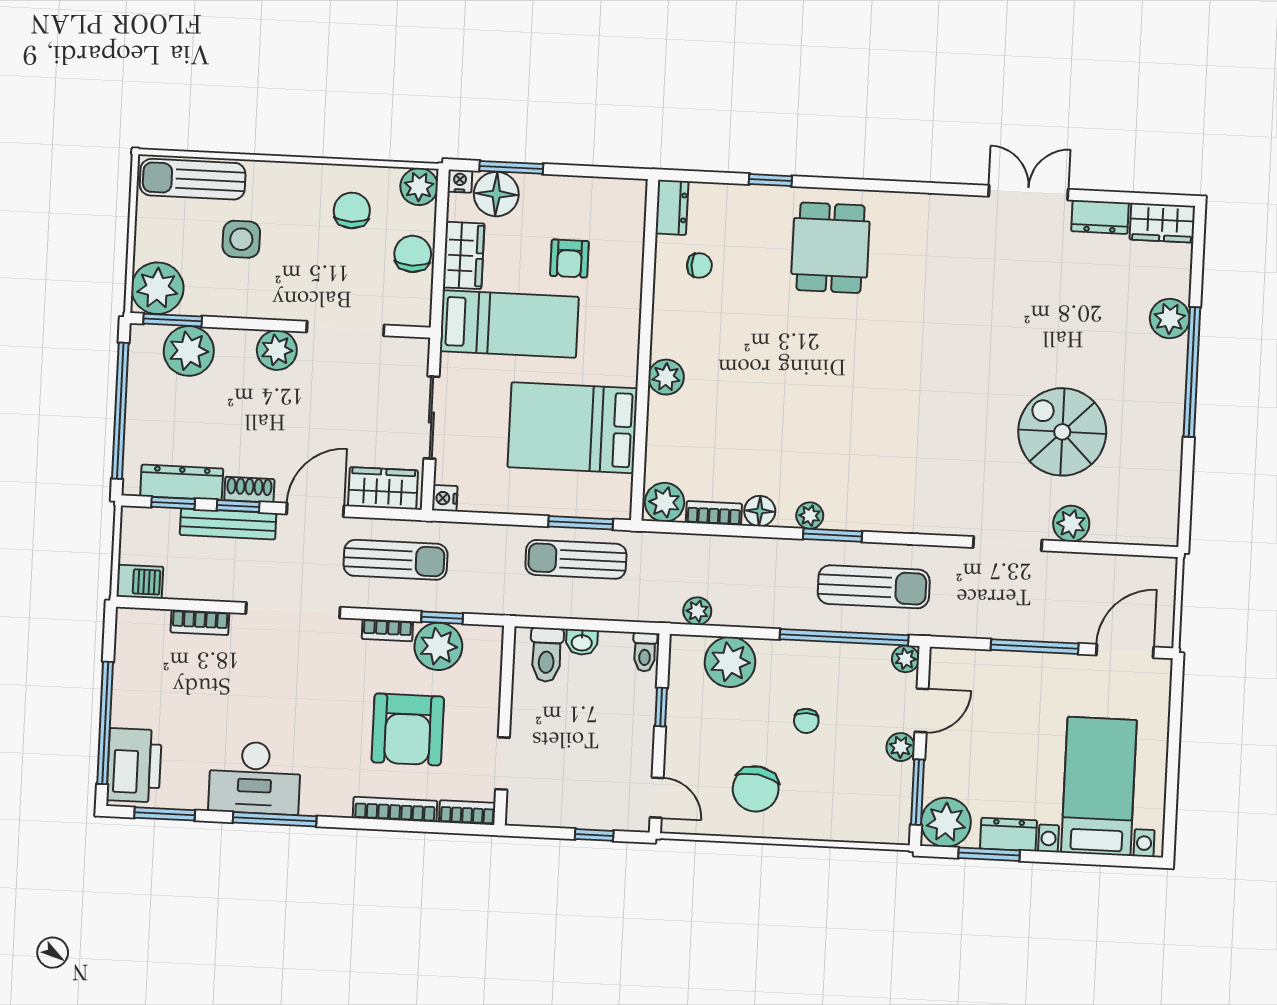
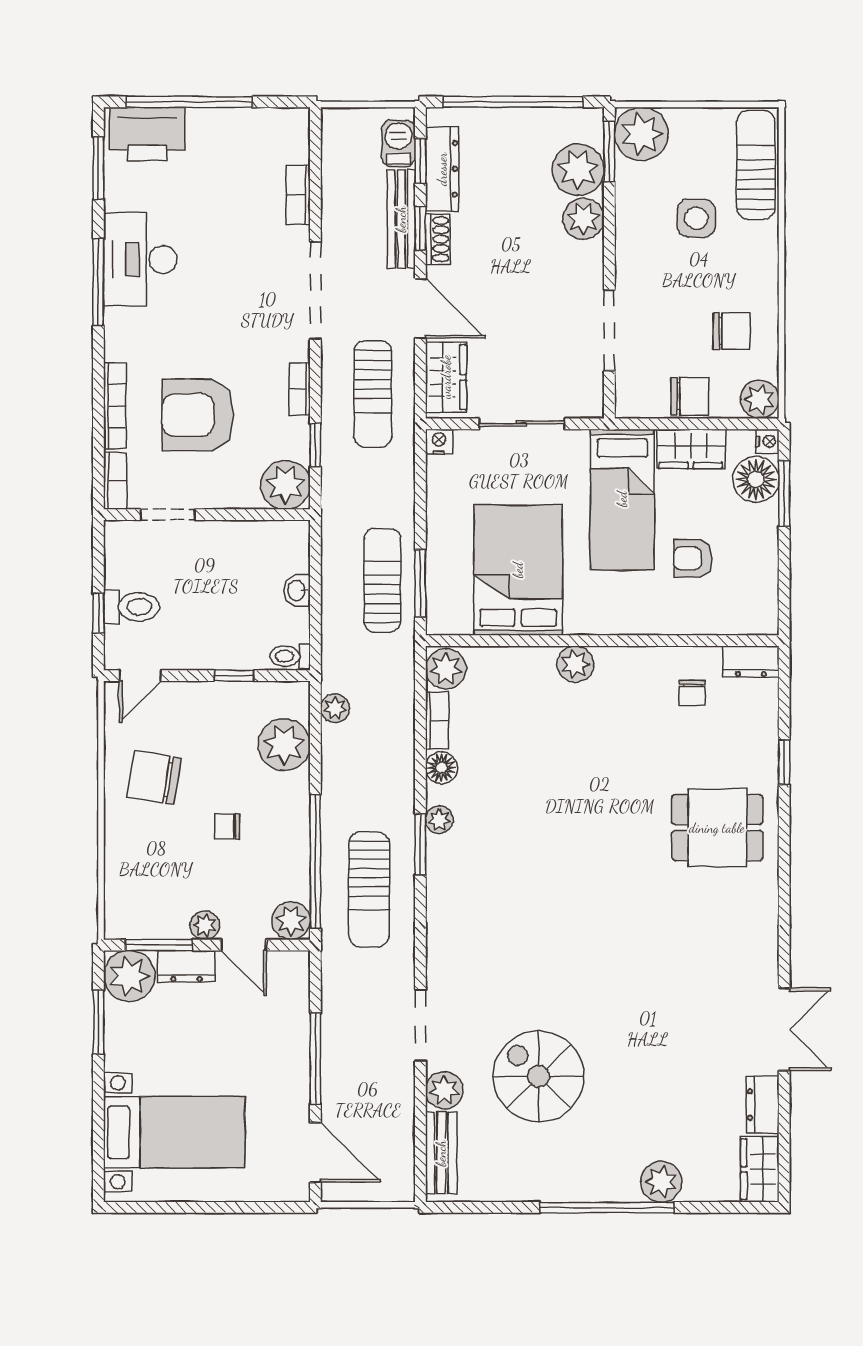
plant: (277, 350) -> (583, 219), moved
spiral stairs: (1062, 432) -> (539, 1076), turned -90
bench: (1131, 530) -> (441, 1153), added
barbecue: (140, 582) -> (398, 143), moved, turned 180
plant: (438, 646) -> (285, 485), moved
toilet: (546, 655) -> (132, 607), moved, turned 180
plant: (906, 659) -> (291, 921), width x1.38, depth x1.38
dresser: (1008, 835) -> (186, 966), moved, turned 90

